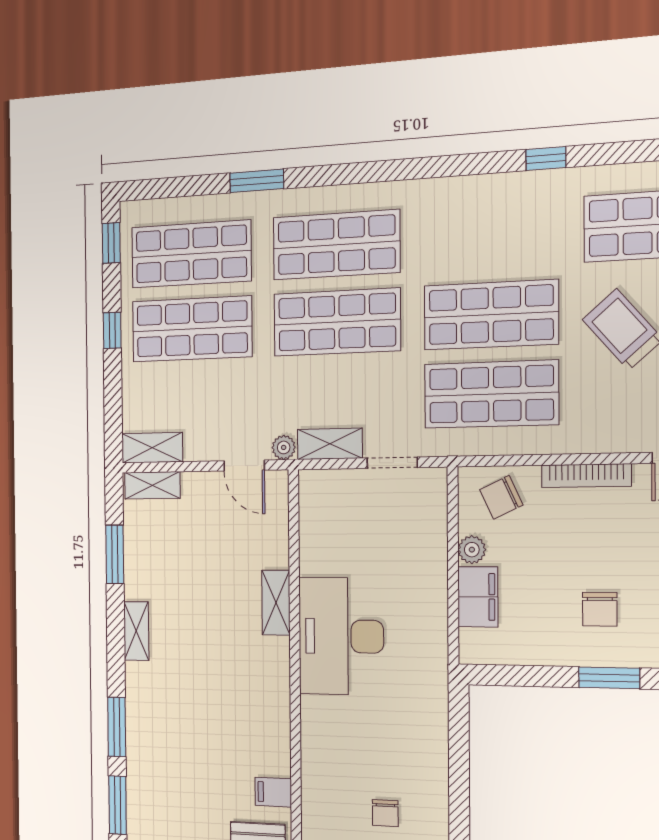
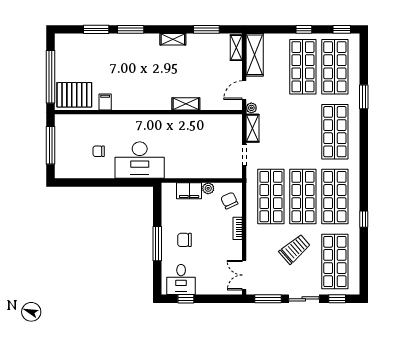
shop shelf: (337, 322) -> (335, 197), moved
shelving: (152, 448) -> (255, 55), width x1.50, depth x1.33
bookcase: (586, 476) -> (238, 228), width x0.64
desk: (341, 636) -> (140, 160), moved, turned 180
window: (609, 678) -> (157, 244), width x1.44

